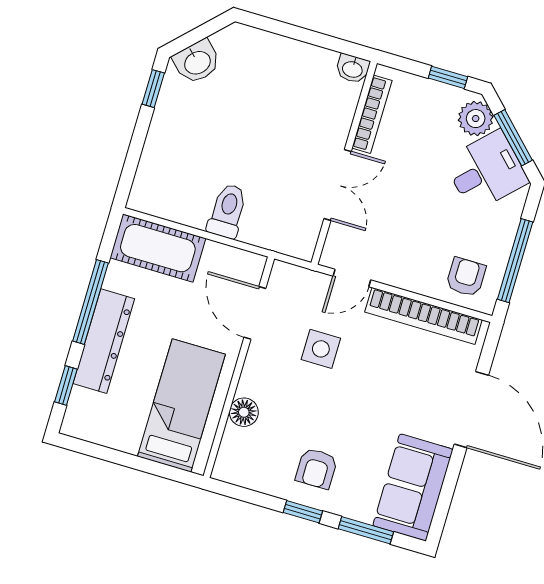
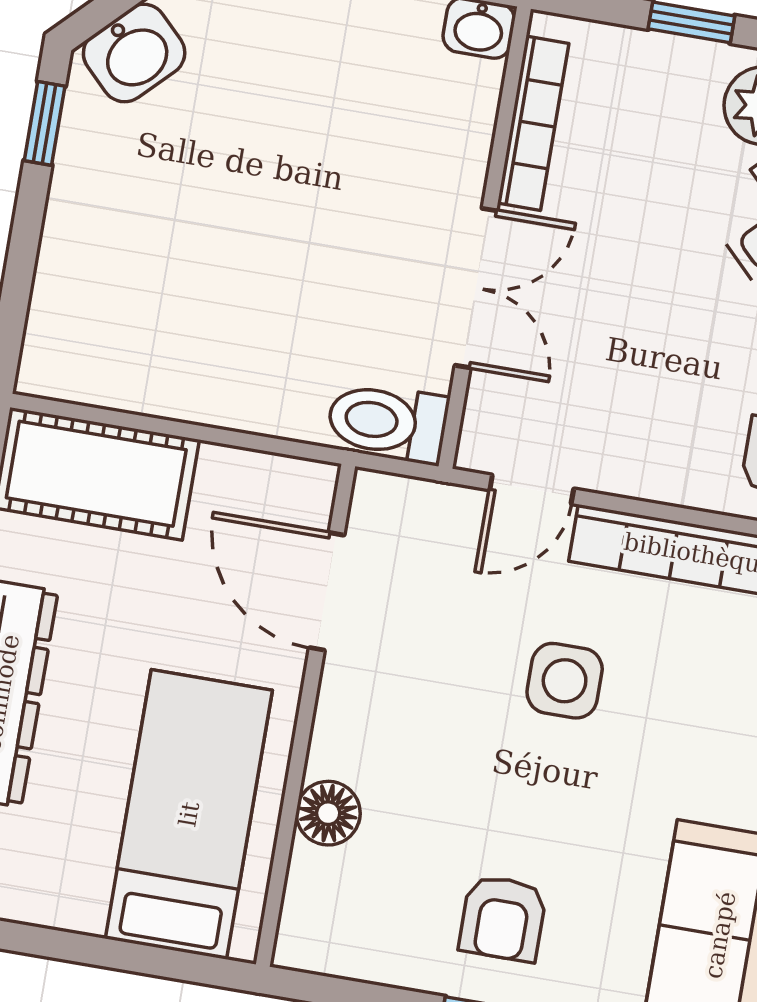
toilet: (227, 211) -> (387, 422), moved, turned -90
side table: (321, 349) -> (565, 681), moved

